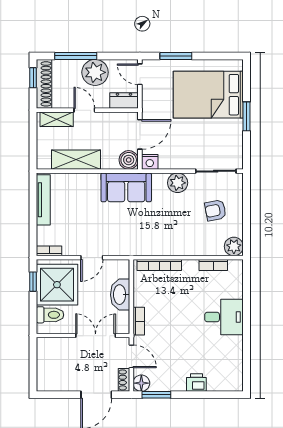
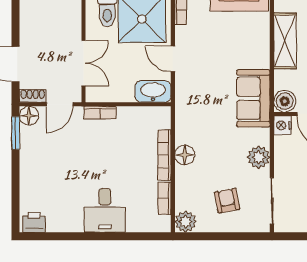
floor lamp: (176, 247) -> (185, 155), added
bookcase: (159, 265) -> (164, 155), moved
washbasin: (120, 295) -> (153, 91), moved
printer: (196, 383) -> (34, 222), moved, turned -90

